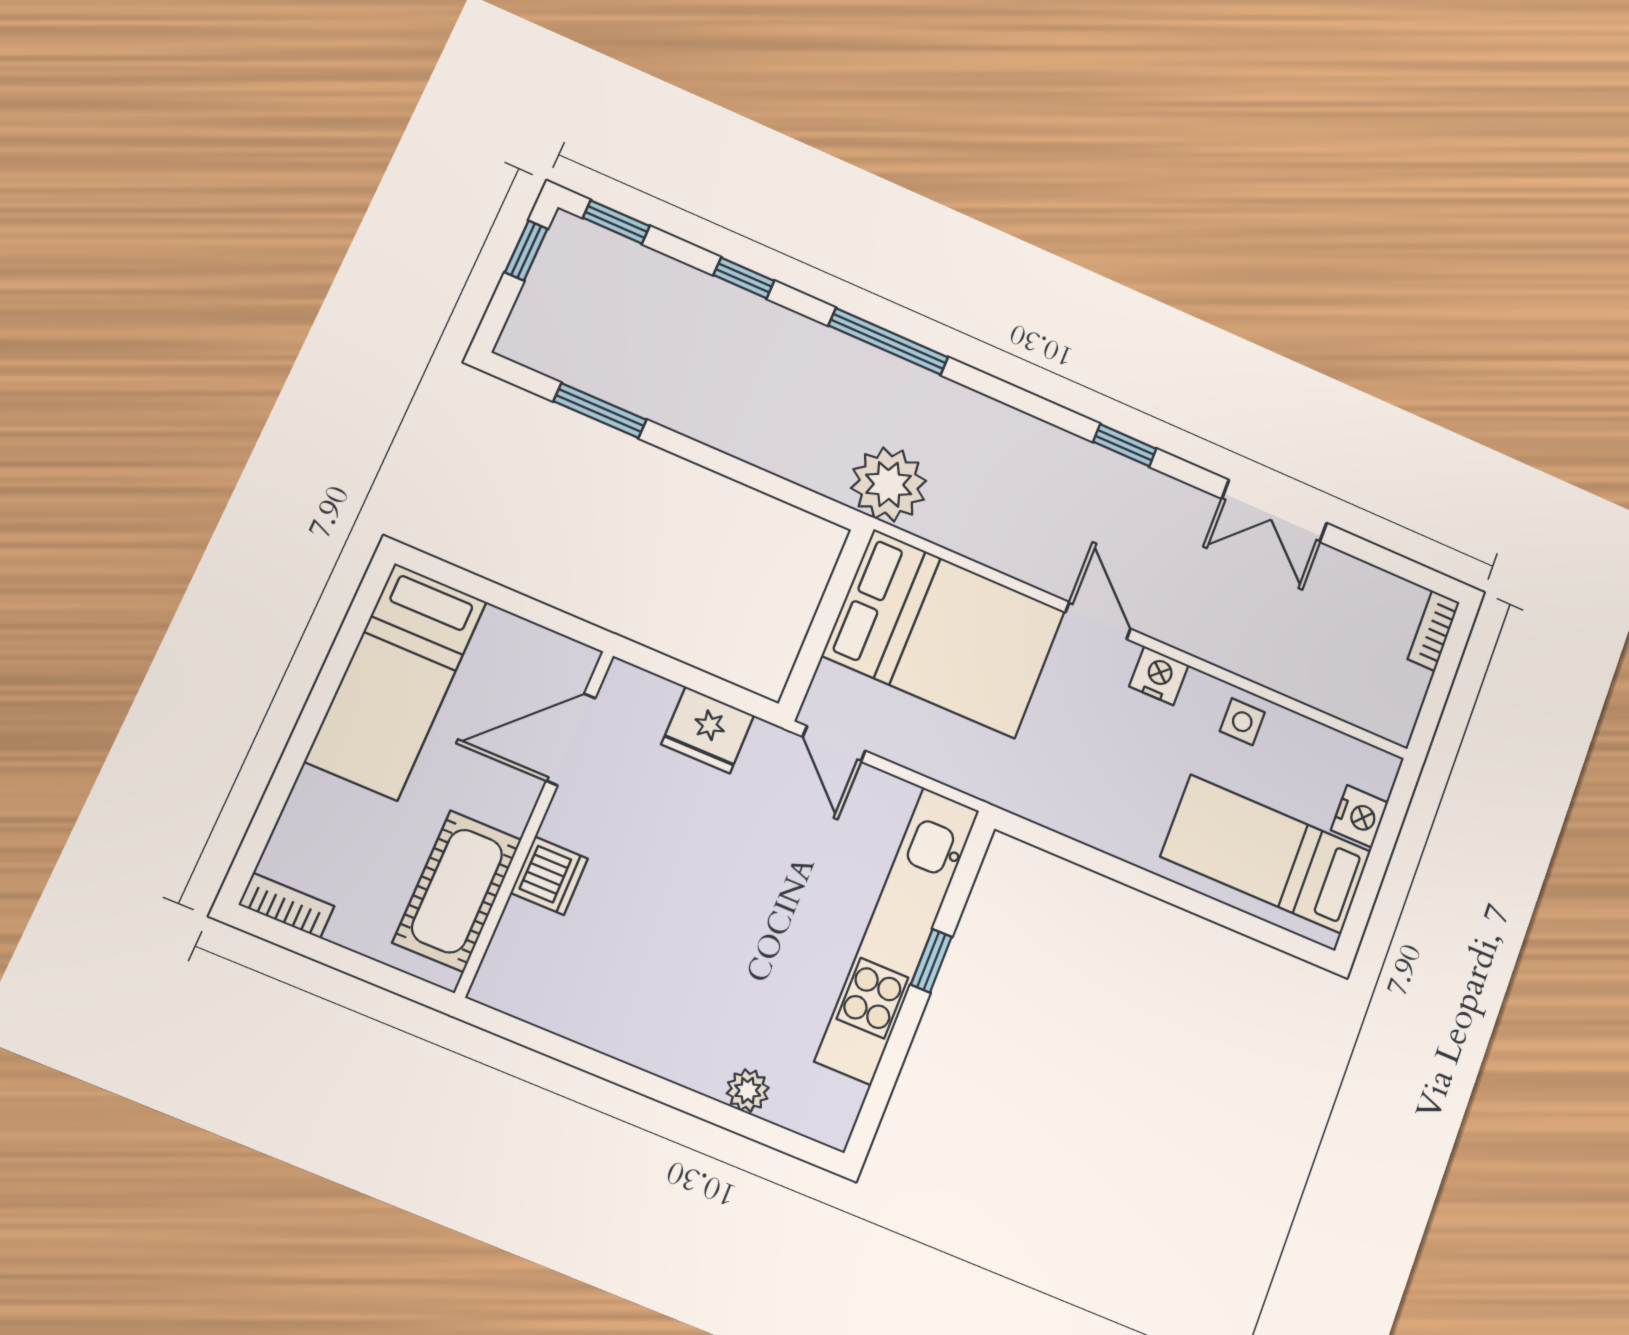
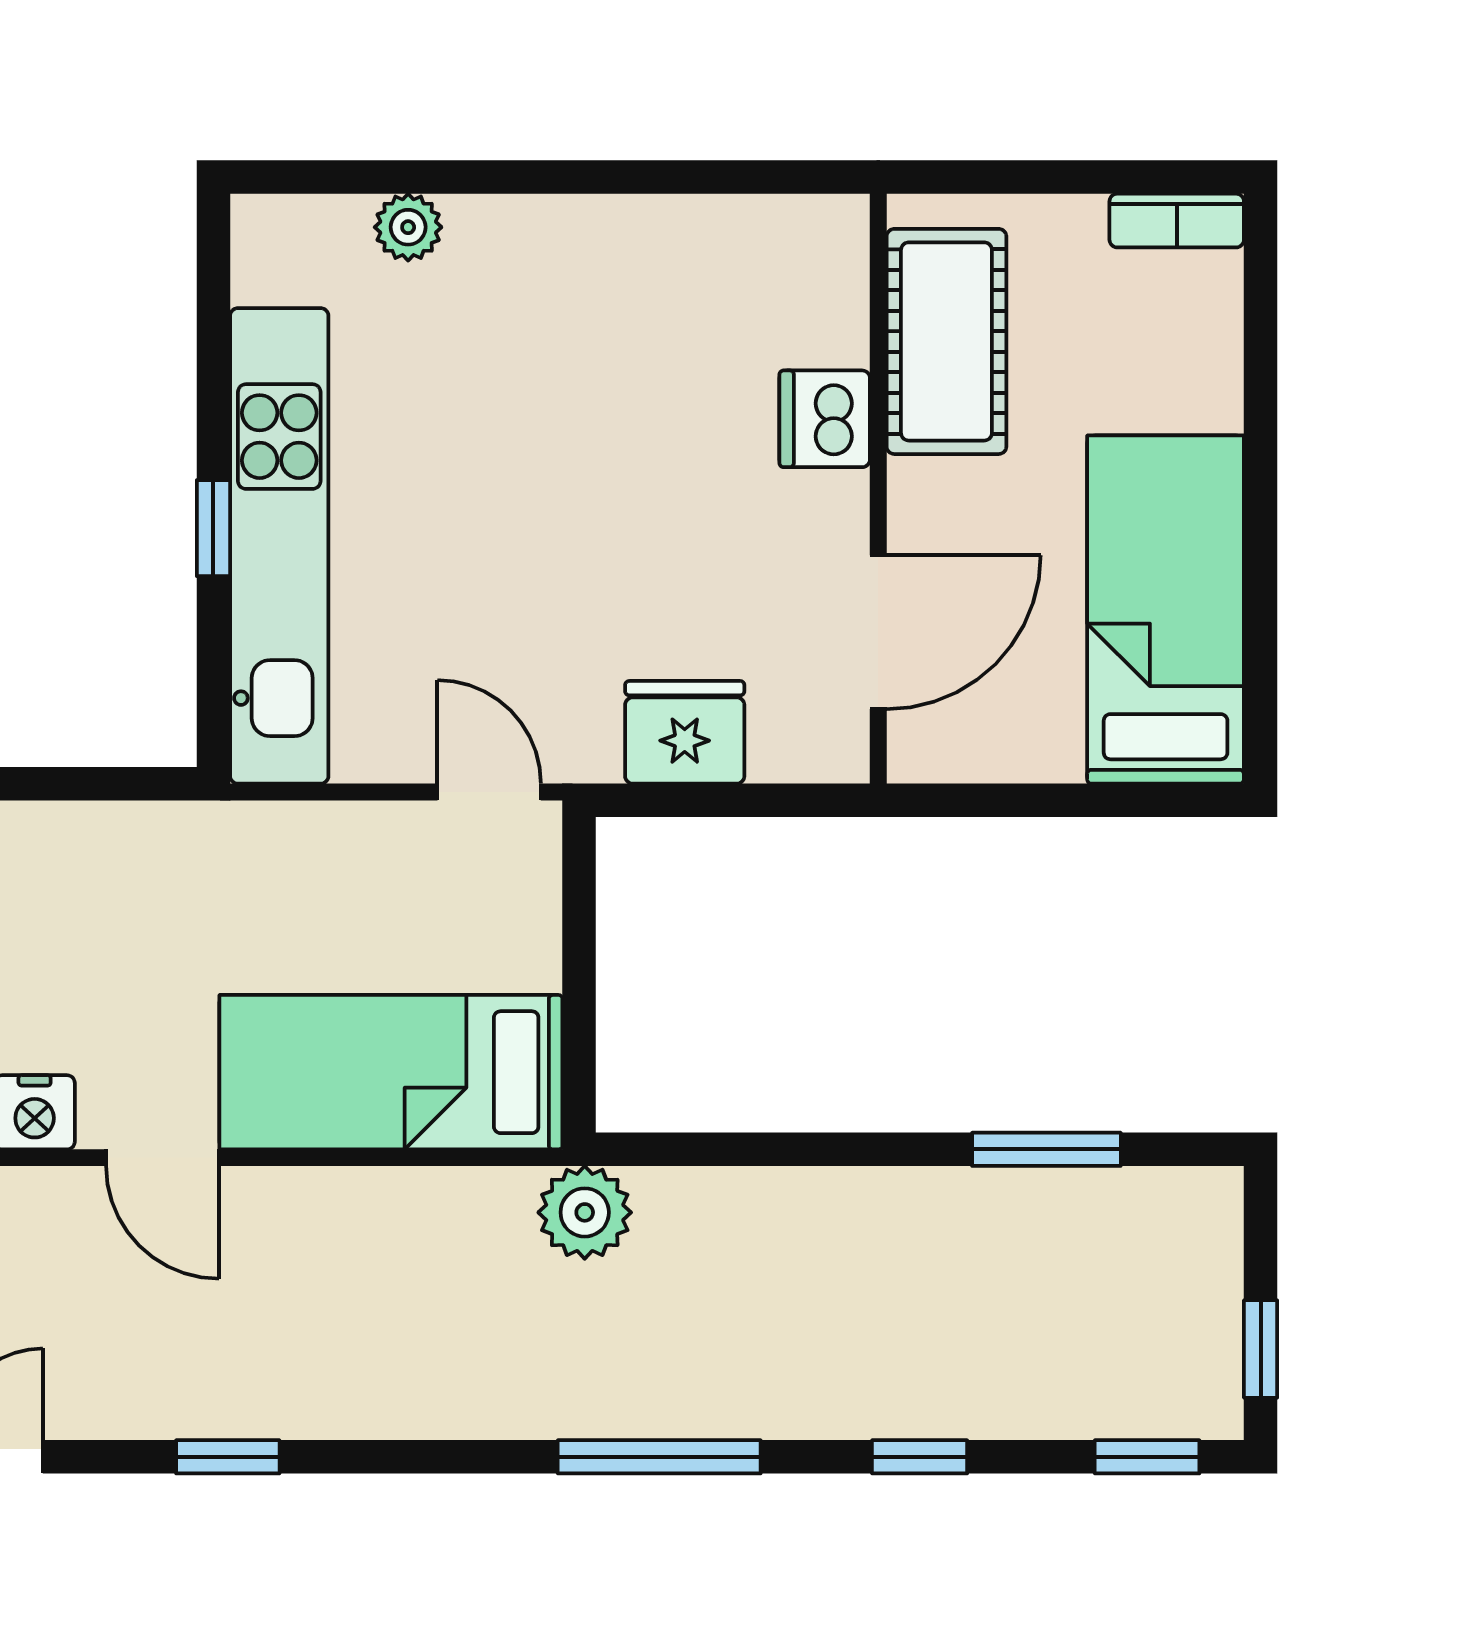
plant: (889, 484) -> (585, 1212), width x0.73, depth x0.73
bed: (944, 633) -> (391, 1072), width x0.67

